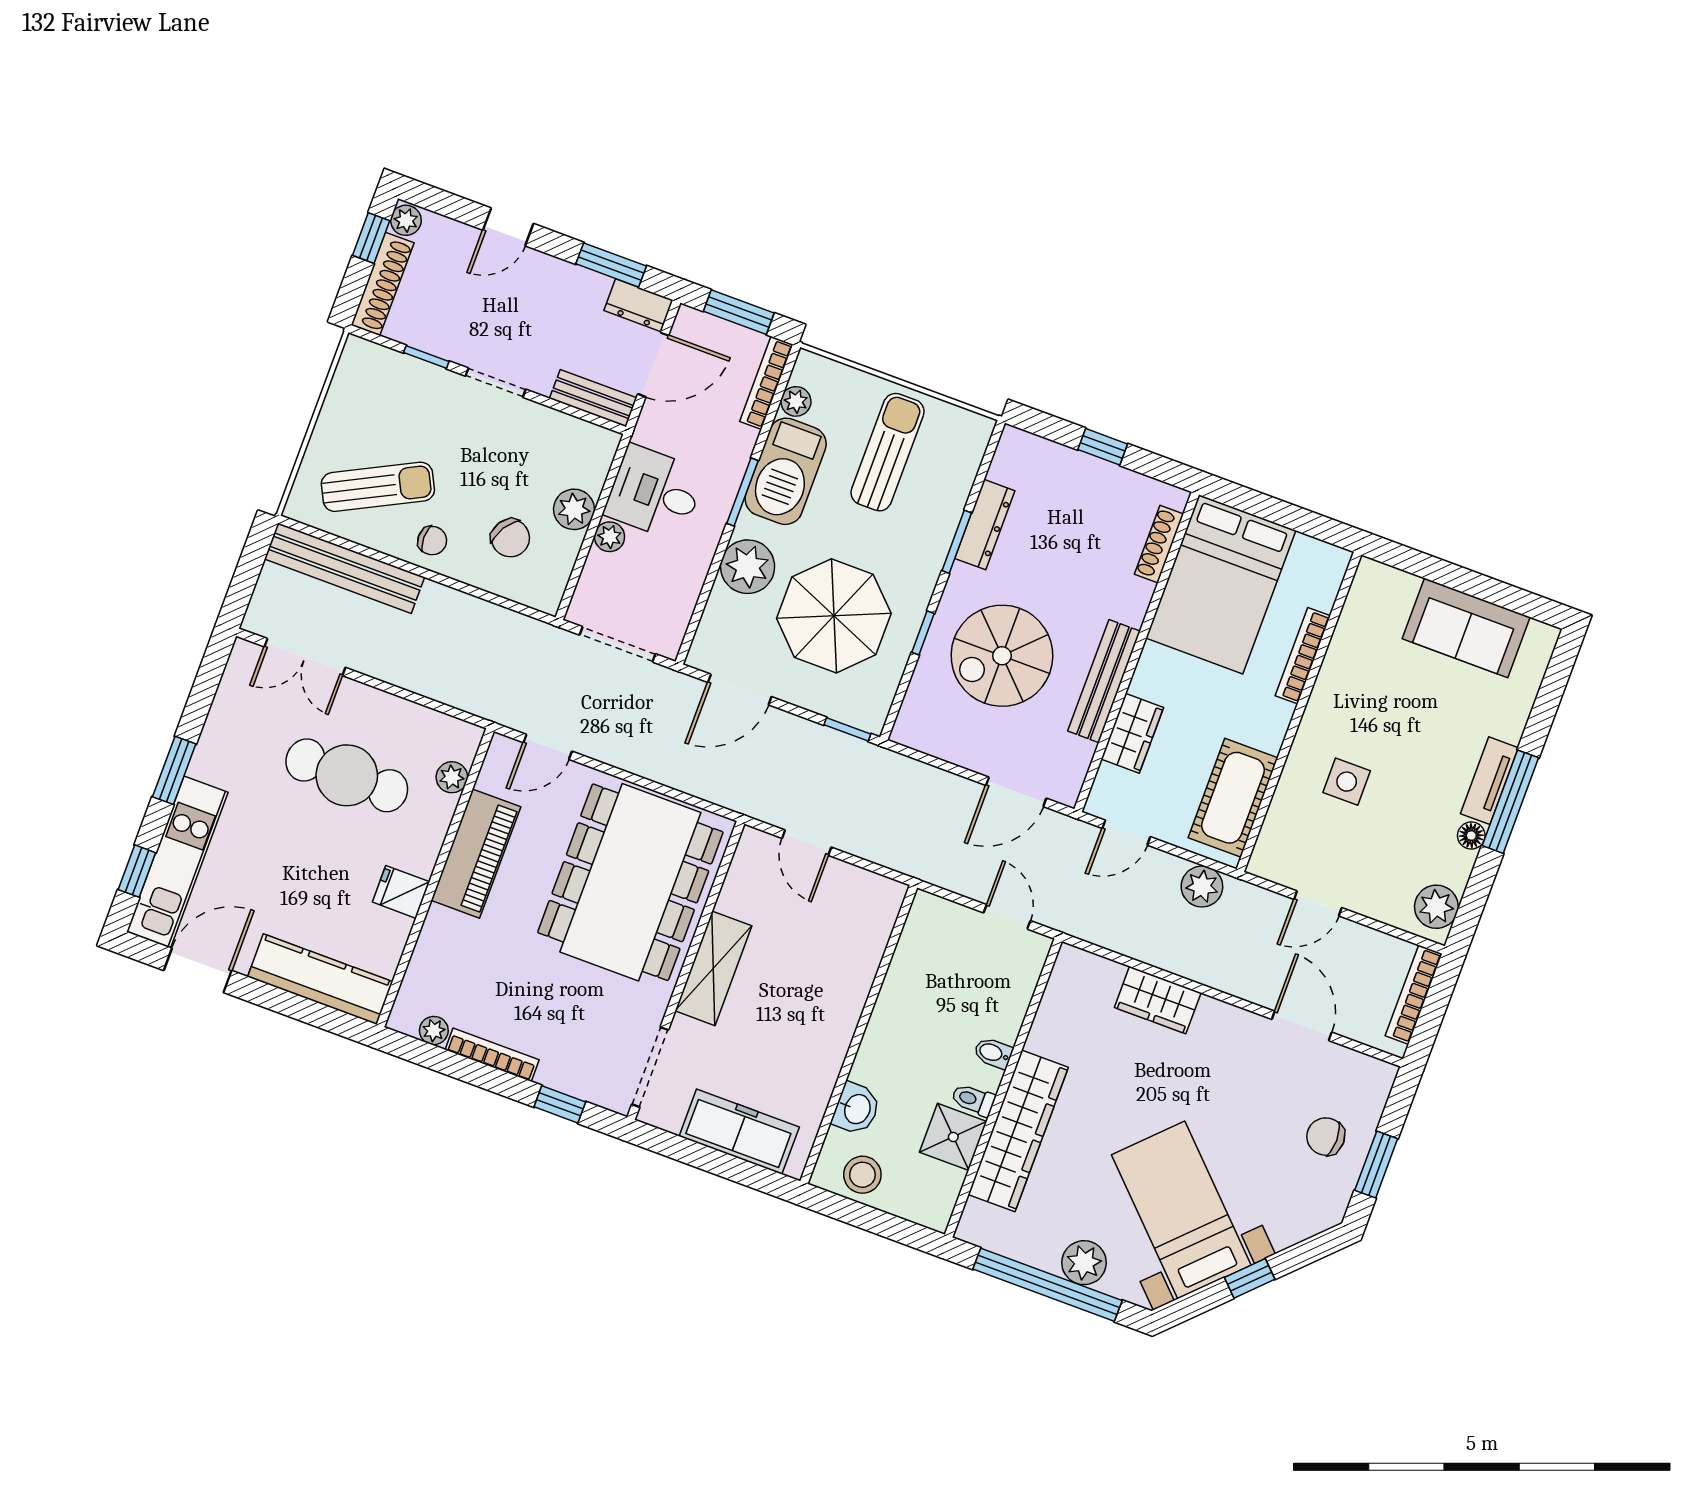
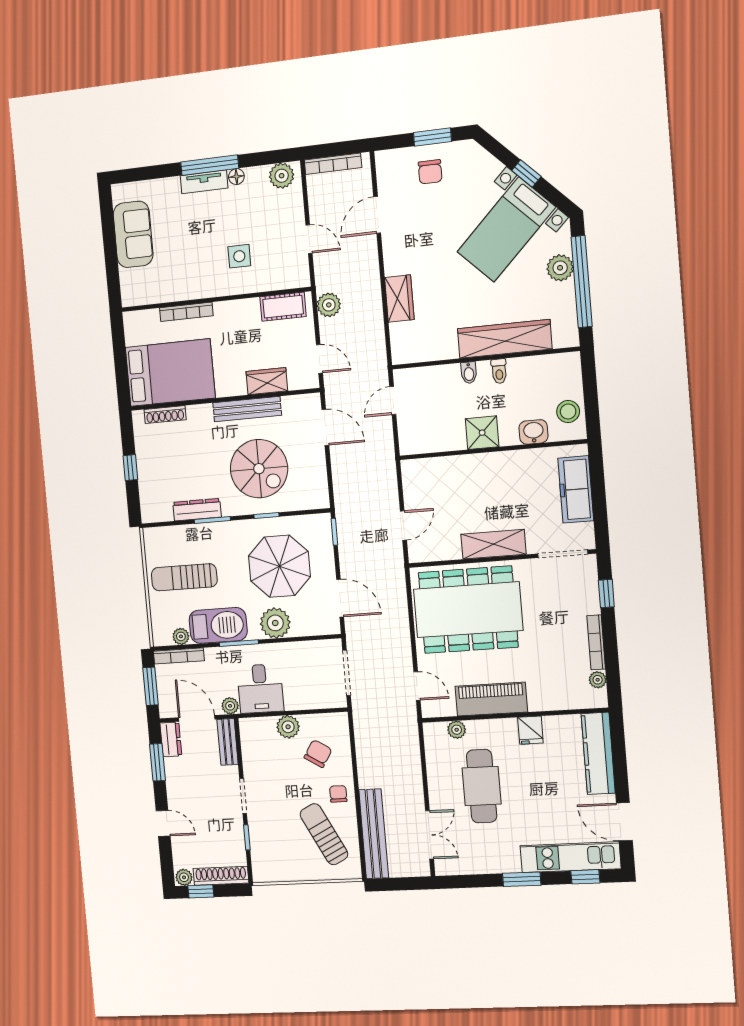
plant: (610, 537) -> (230, 706), moved
cot: (1233, 798) -> (283, 307), width x0.73, depth x0.75
shower: (953, 1137) -> (482, 433), moved

